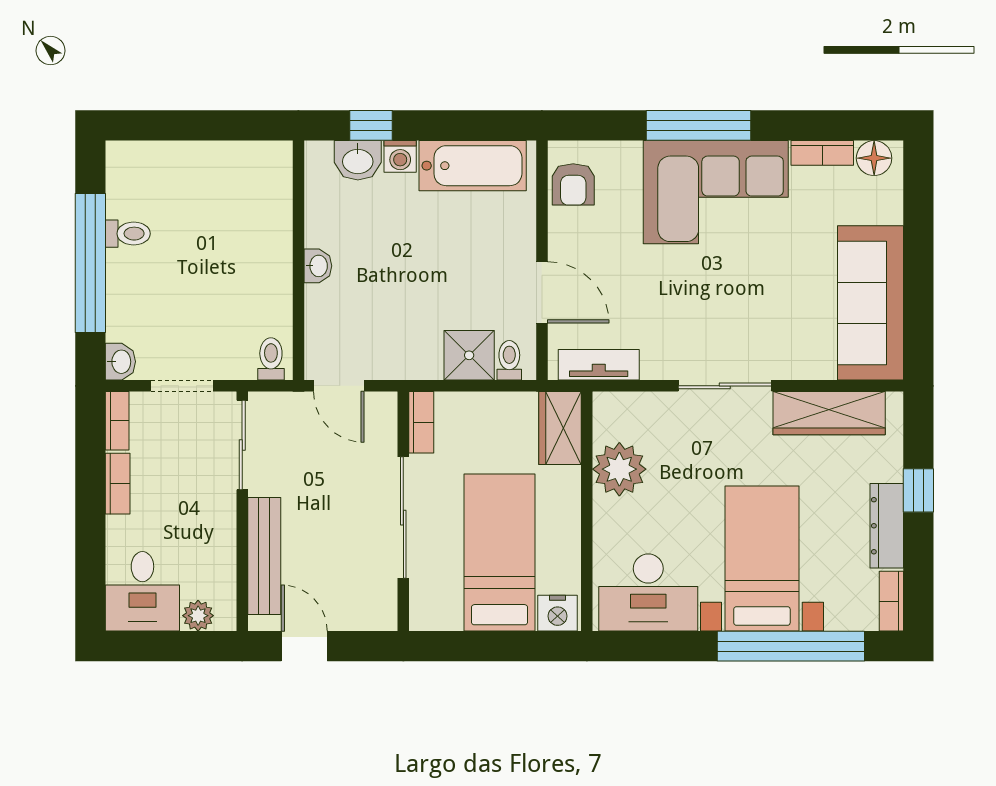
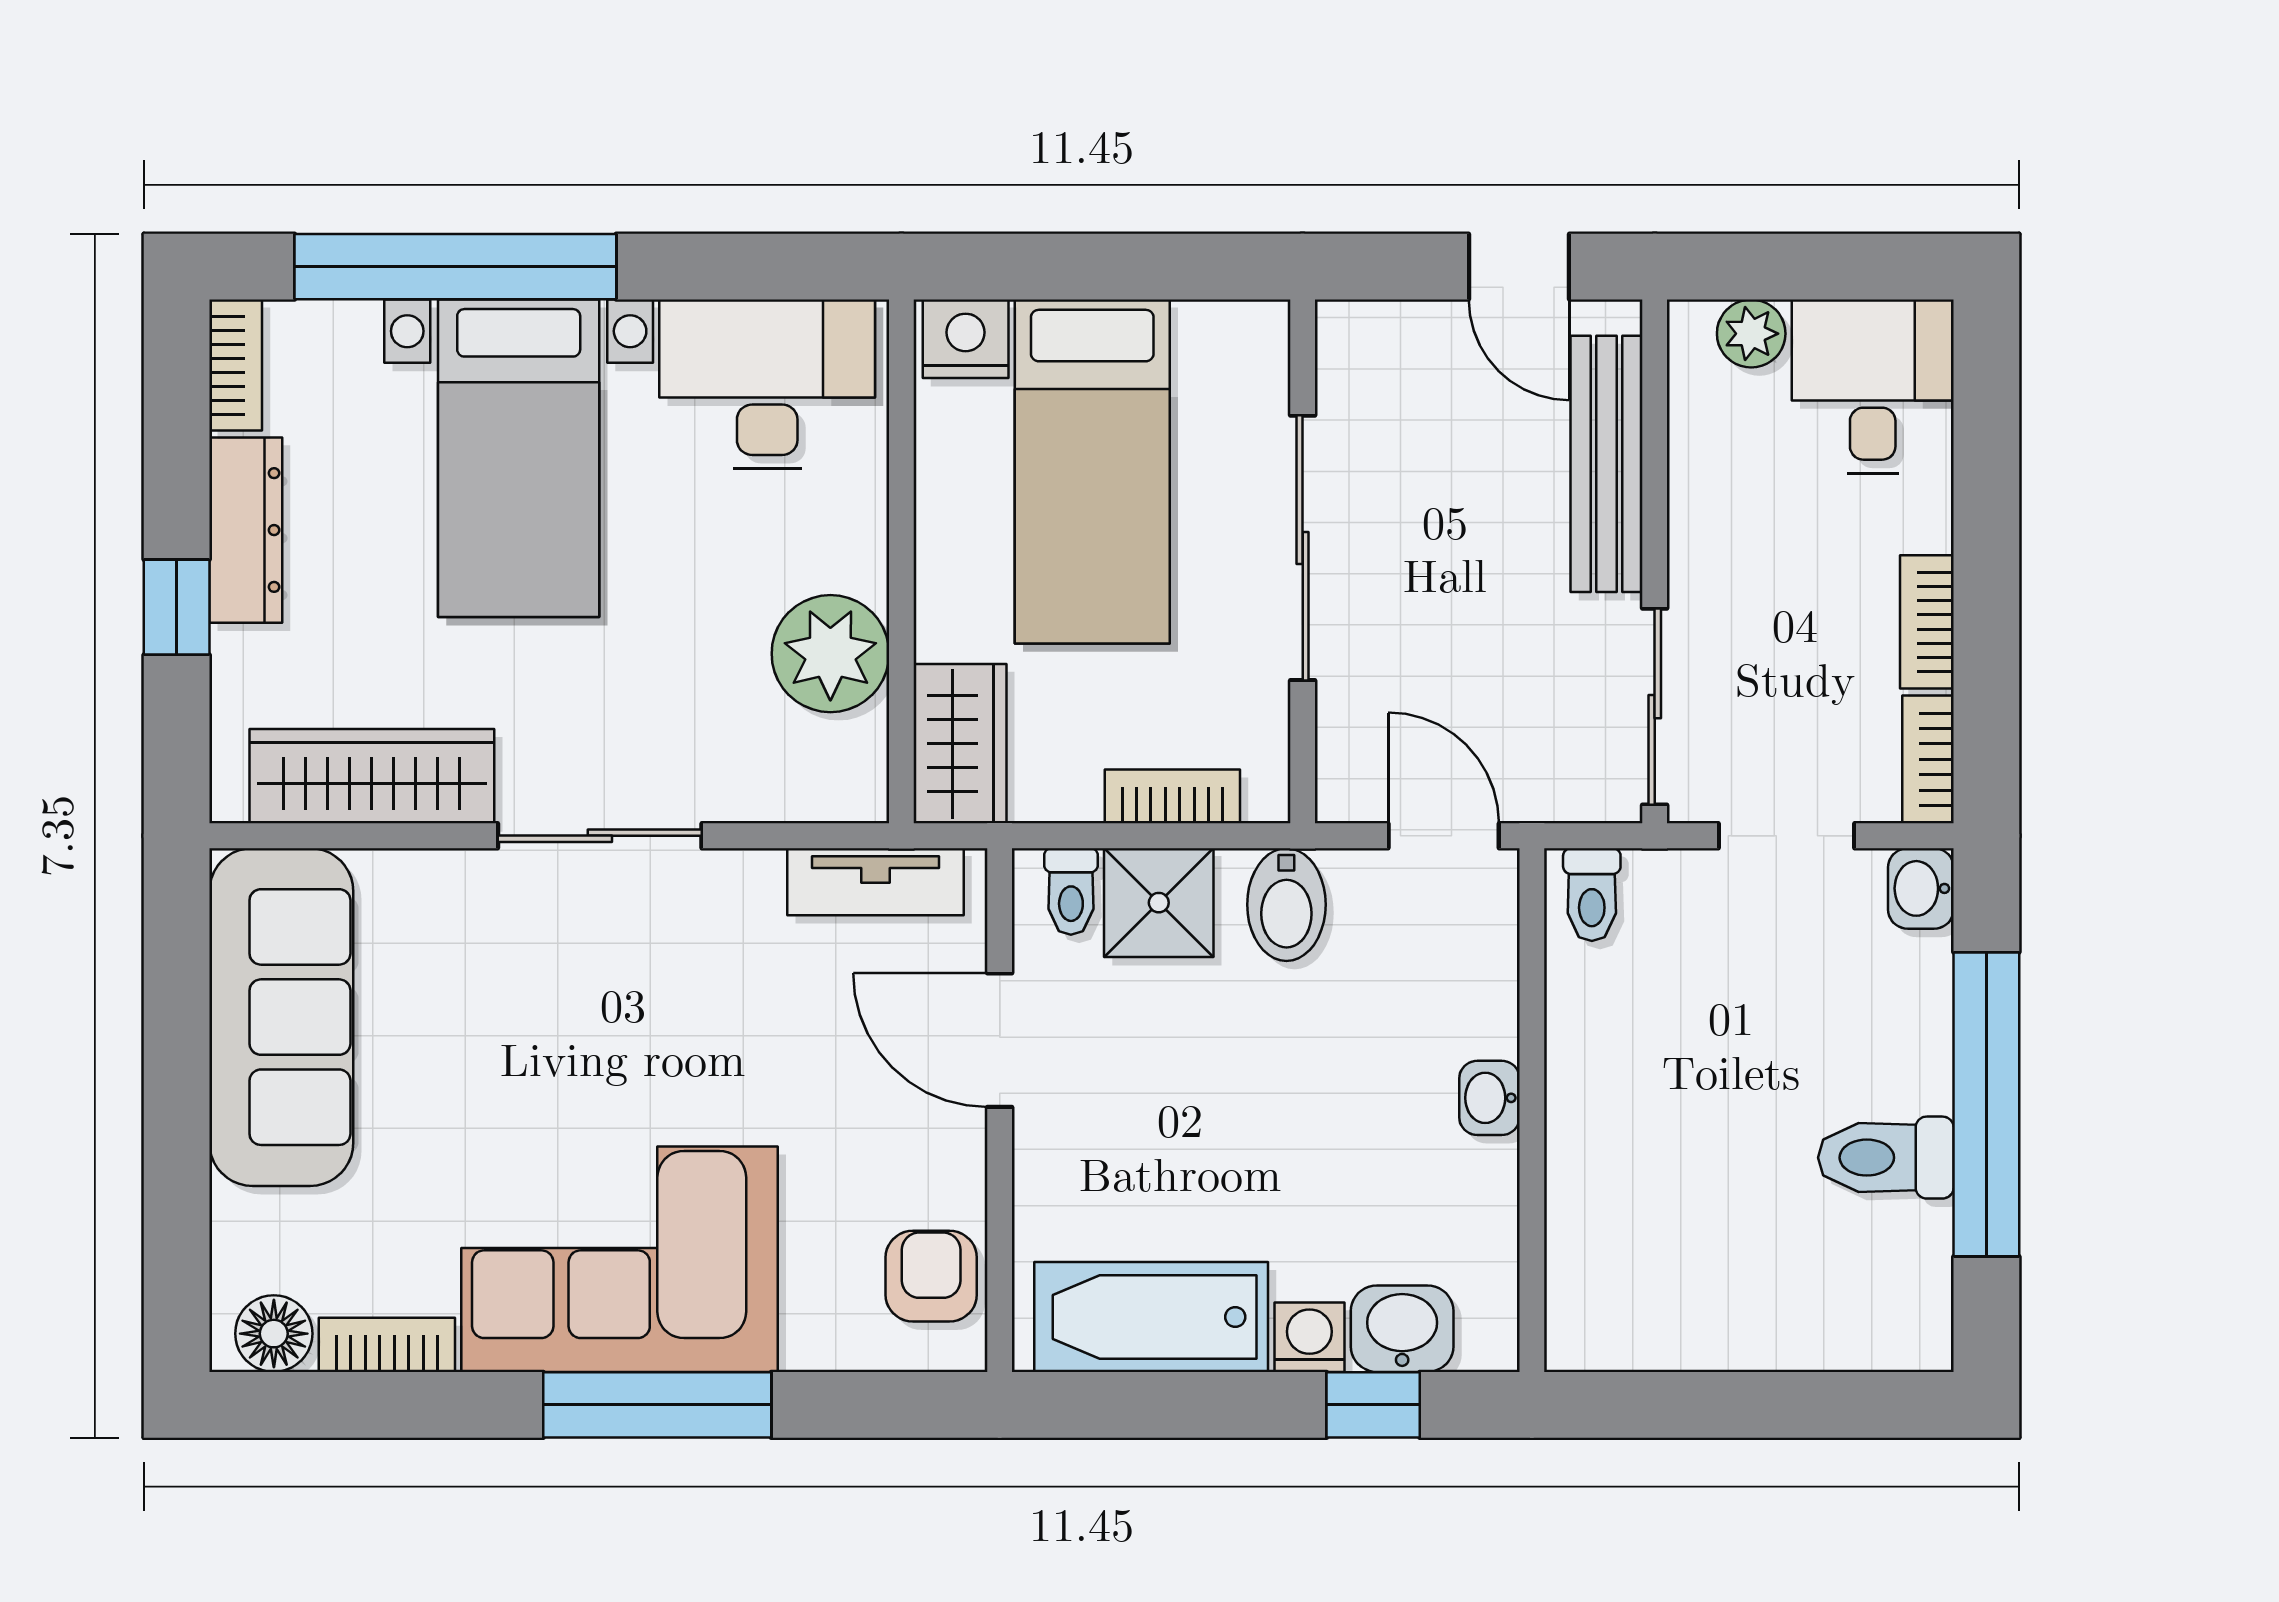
toilet: (128, 234) -> (1886, 1158), width x1.37, depth x1.39
bidet: (411, 354) -> (1286, 905), added
bookcase: (421, 422) -> (1172, 796), moved, turned 90

